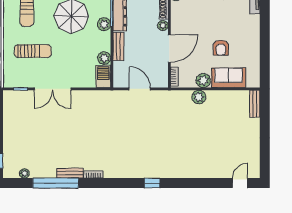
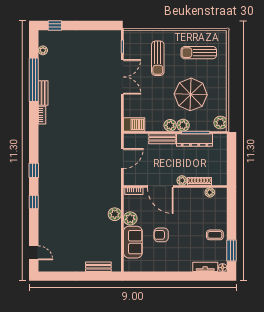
plant: (104, 58) -> (170, 125), moved
double door: (53, 89) -> (122, 77), swing flipped
bench: (255, 104) -> (98, 267), moved
window: (186, 183) -> (34, 202), added

